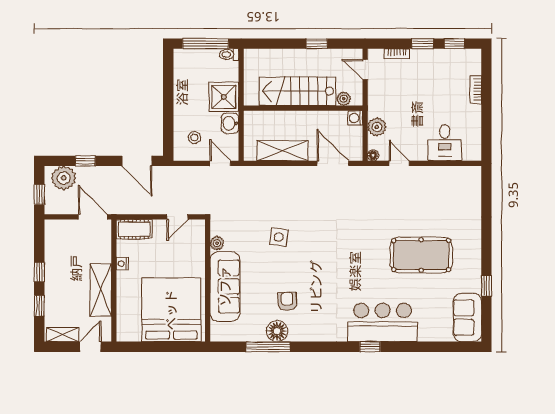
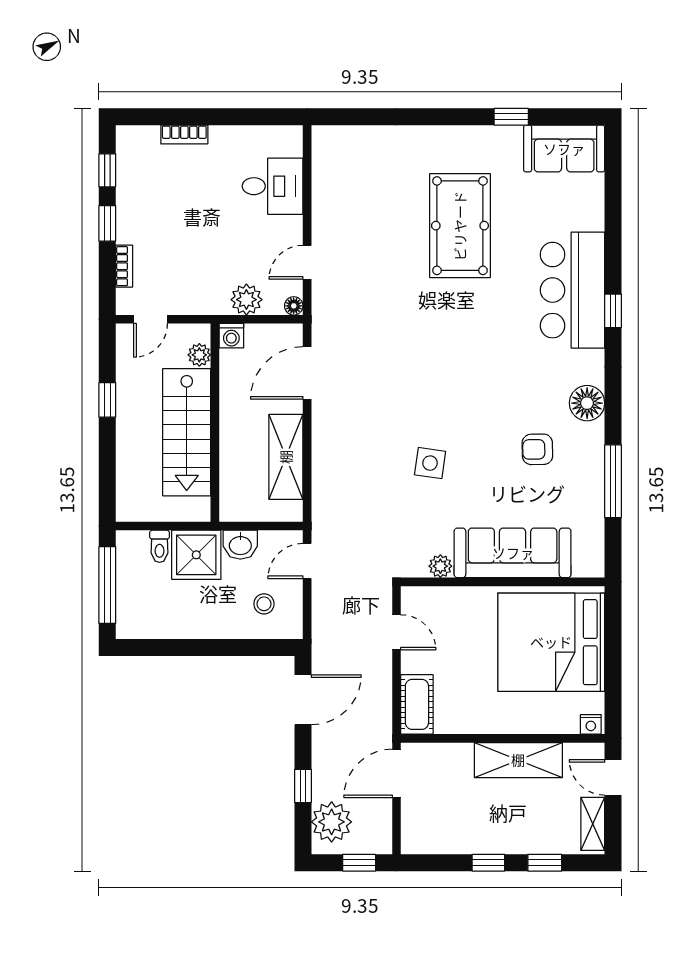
toilet: (229, 55) -> (160, 546), moved
nightstand: (122, 264) -> (591, 724), moved
floor lamp: (277, 331) -> (587, 403), moved

